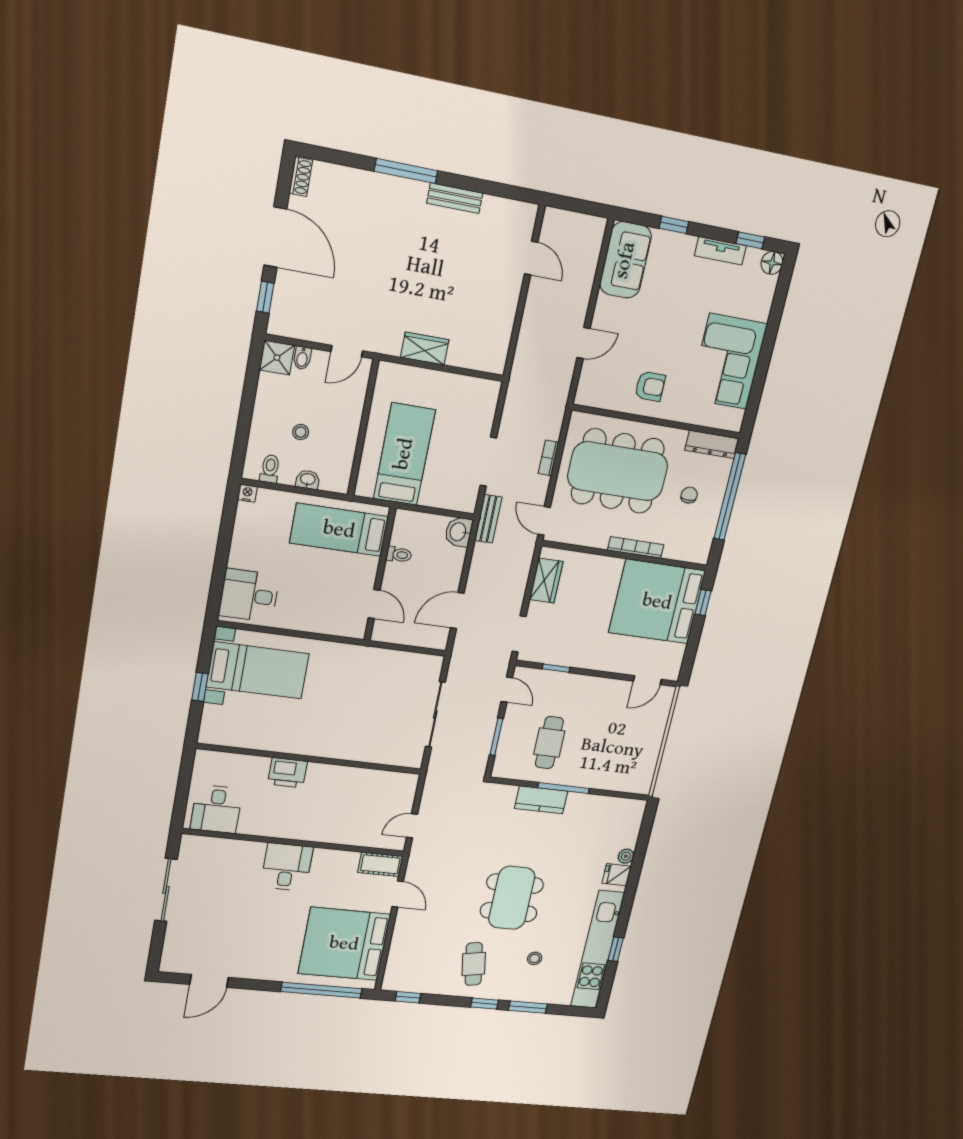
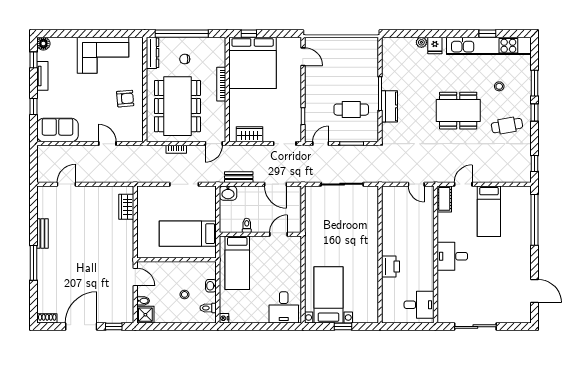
wardrobe: (425, 349) -> (126, 207), moved
armchair: (650, 386) -> (125, 99), turned 85
bench: (488, 519) -> (239, 177), moved
bed: (344, 944) -> (489, 211), width x0.49

